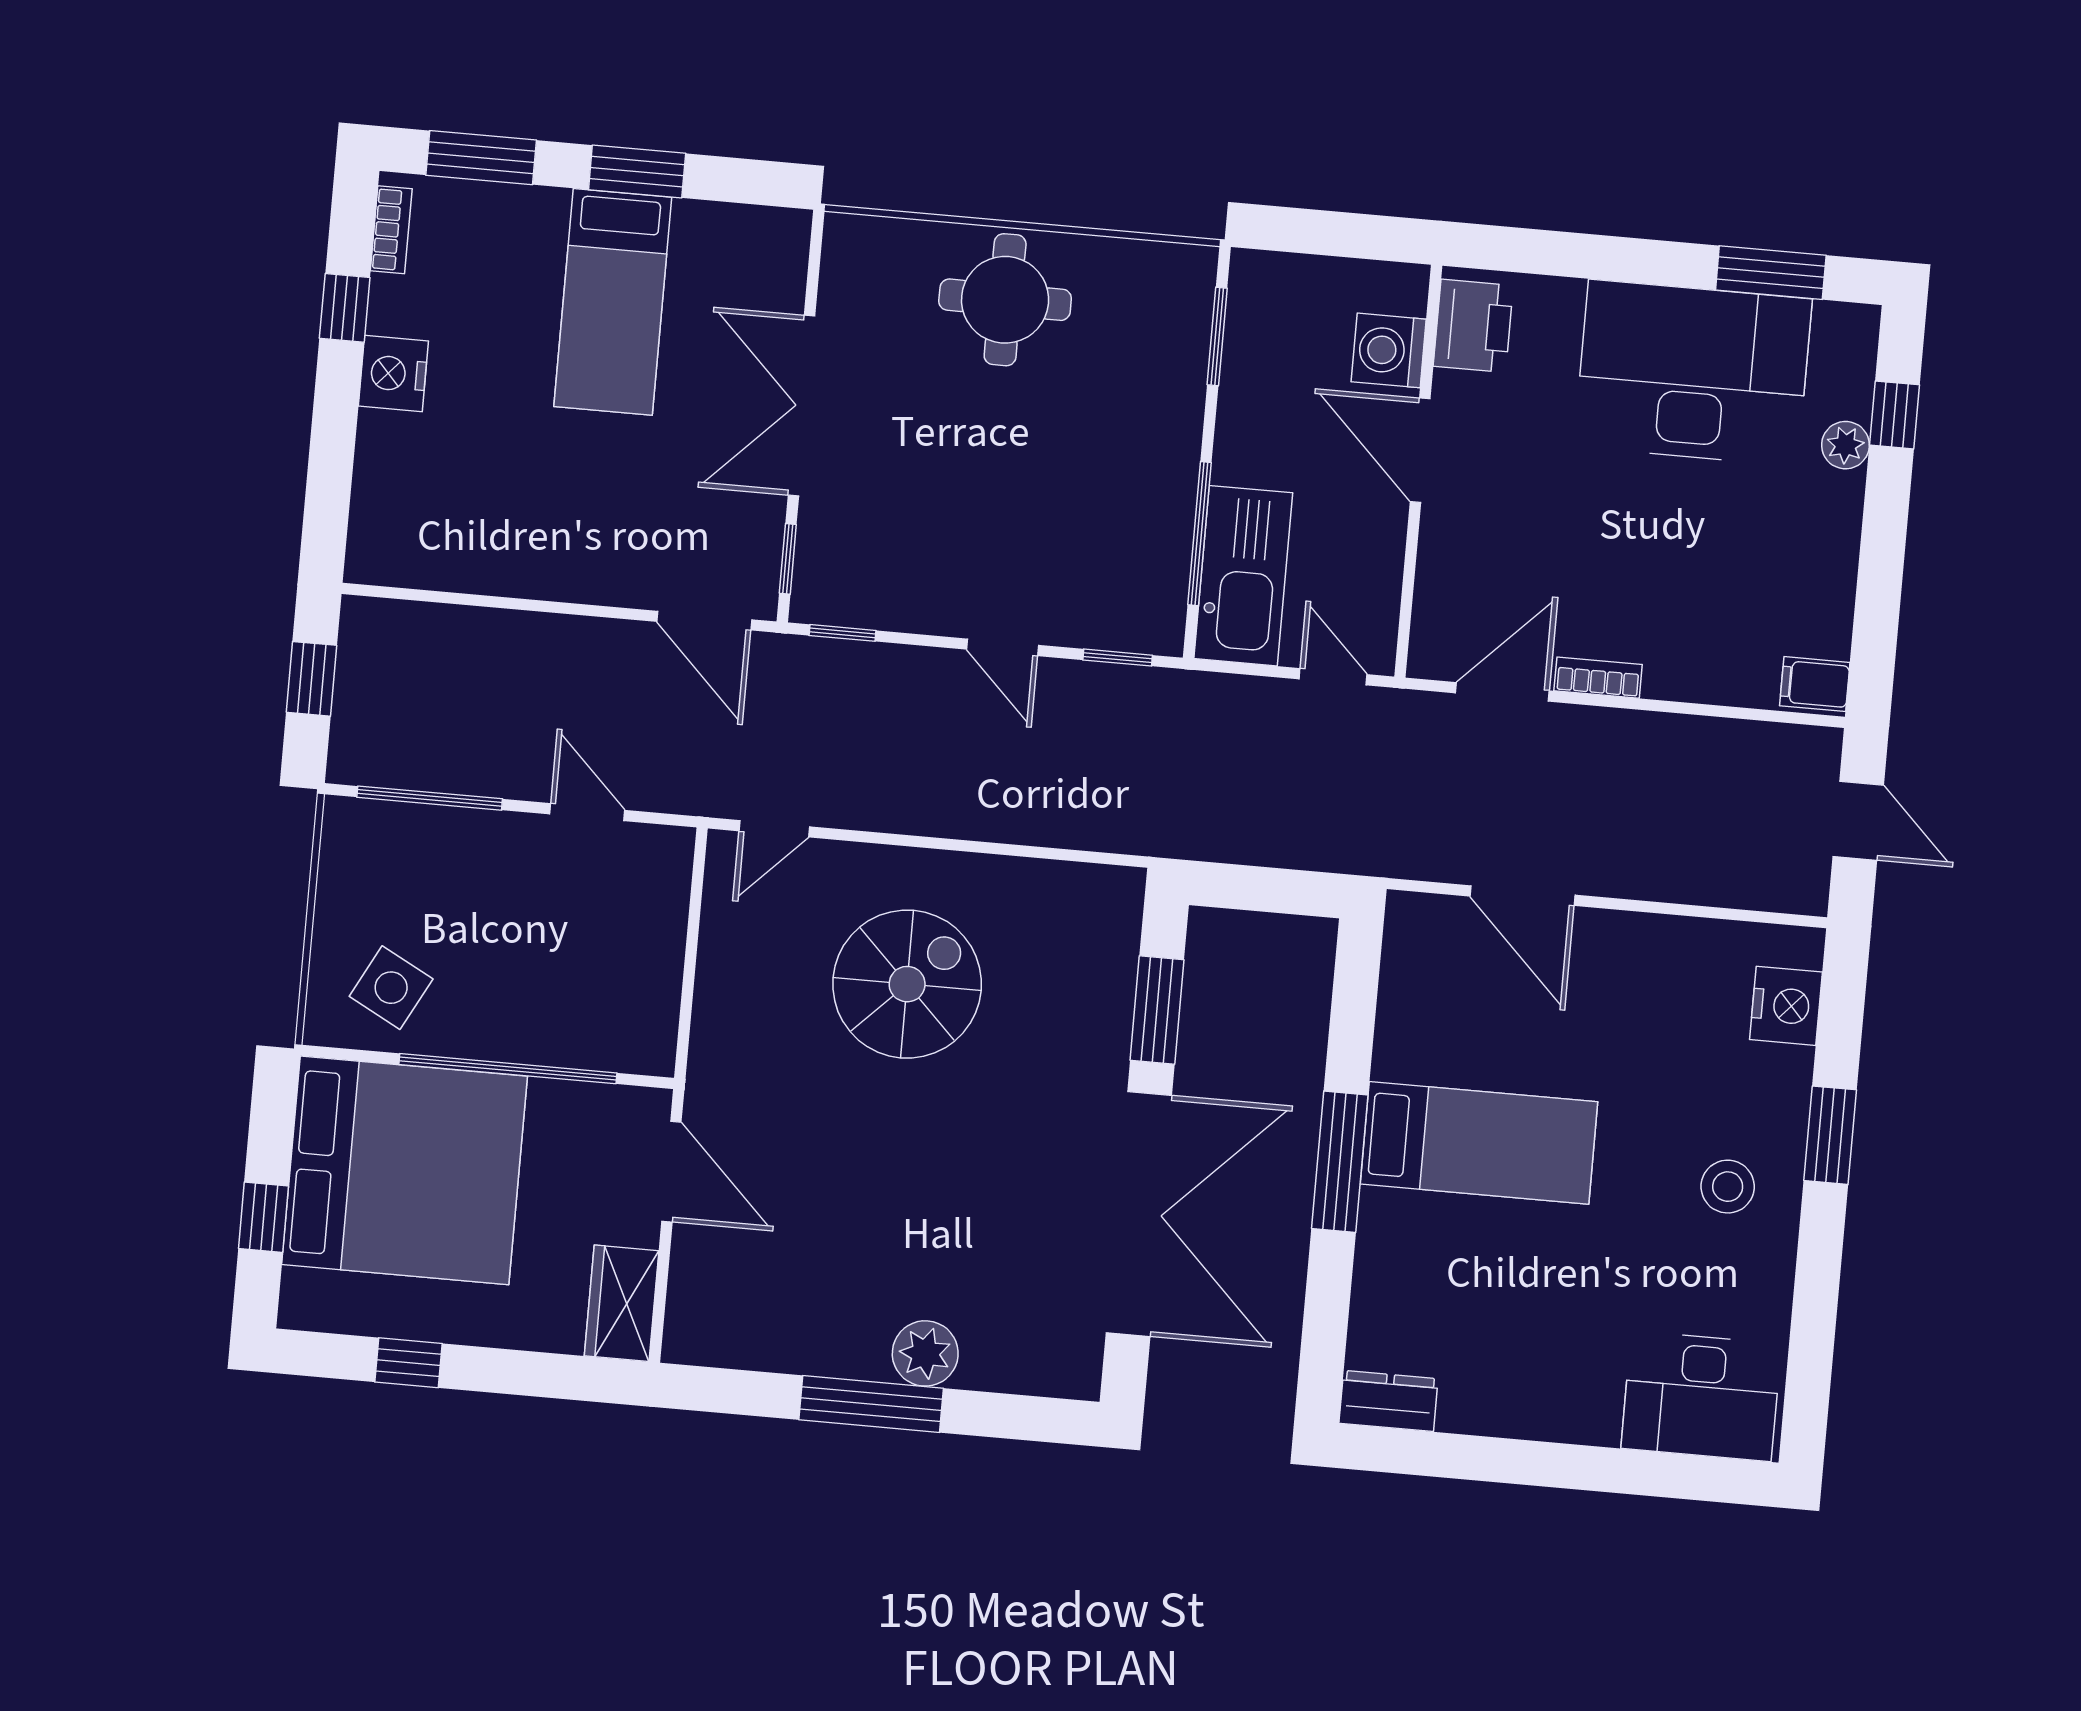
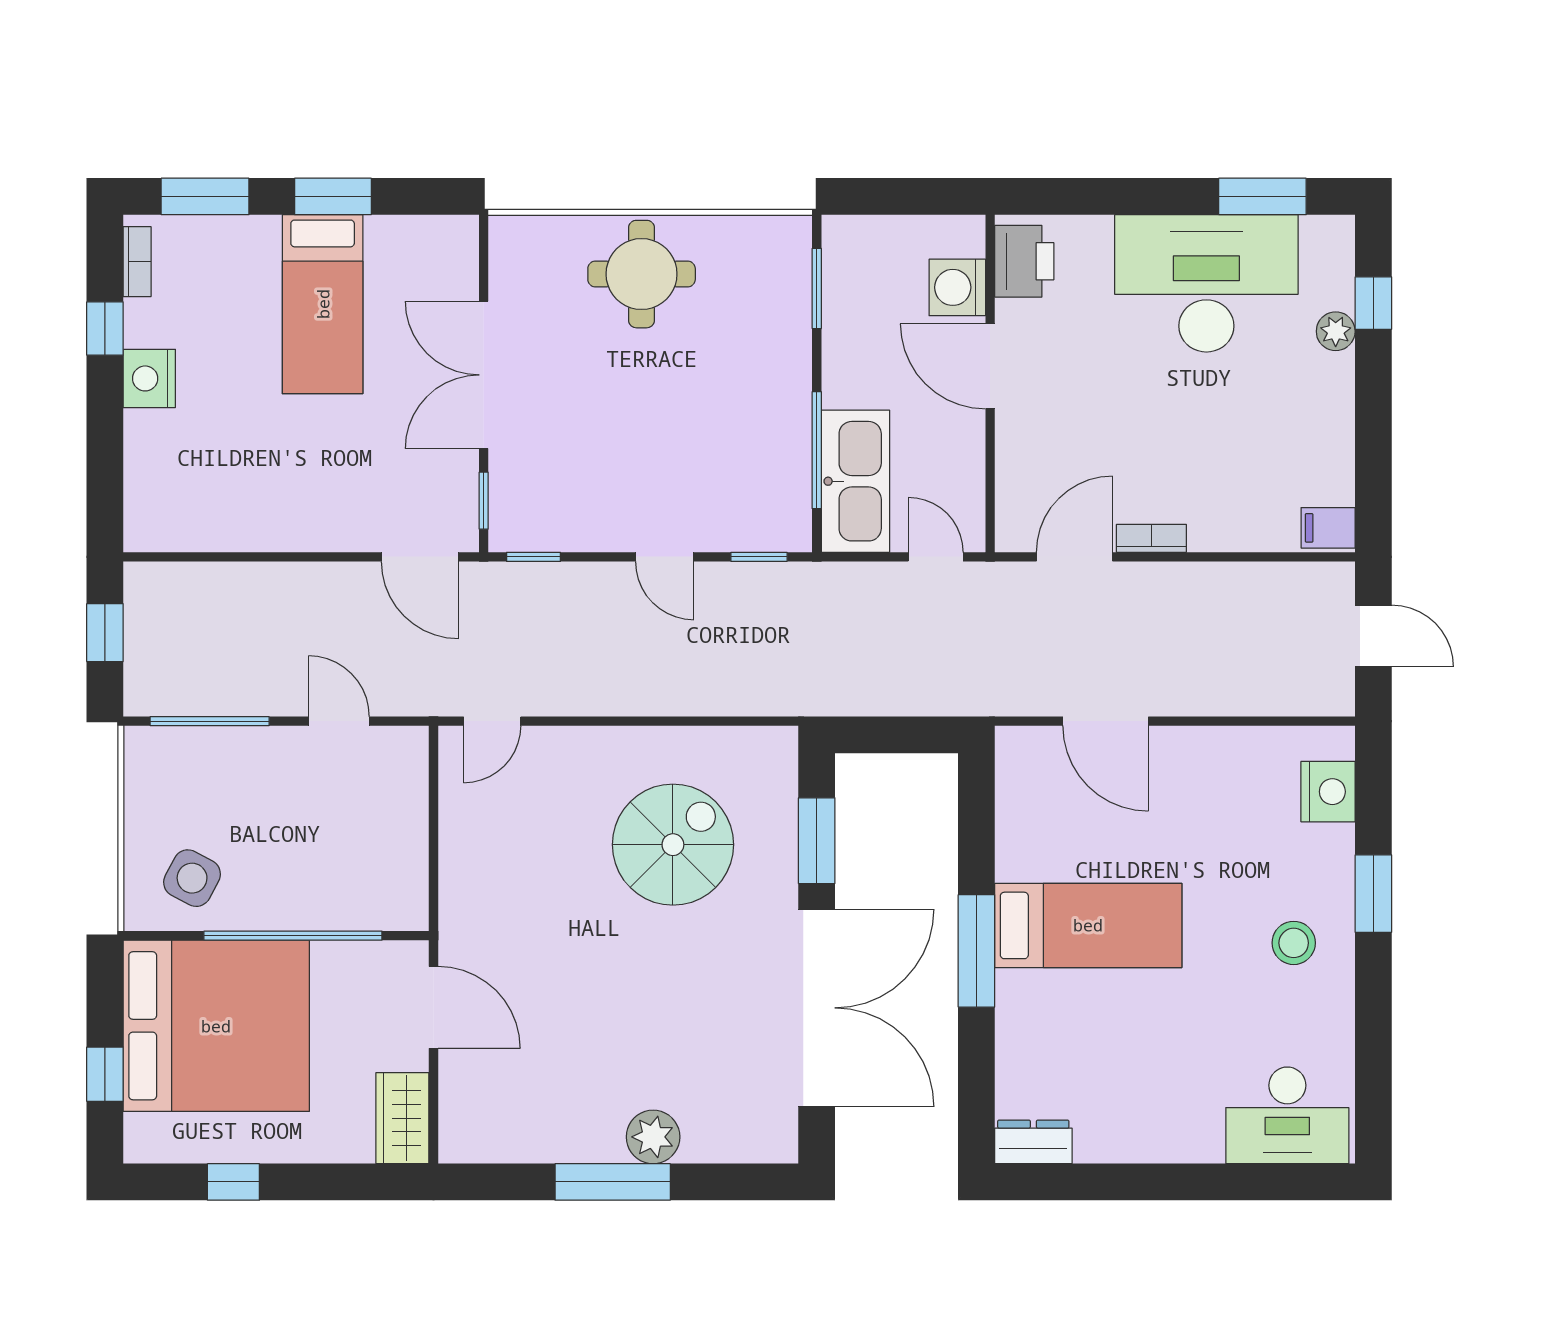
spiral stairs: (907, 984) -> (673, 845), moved

